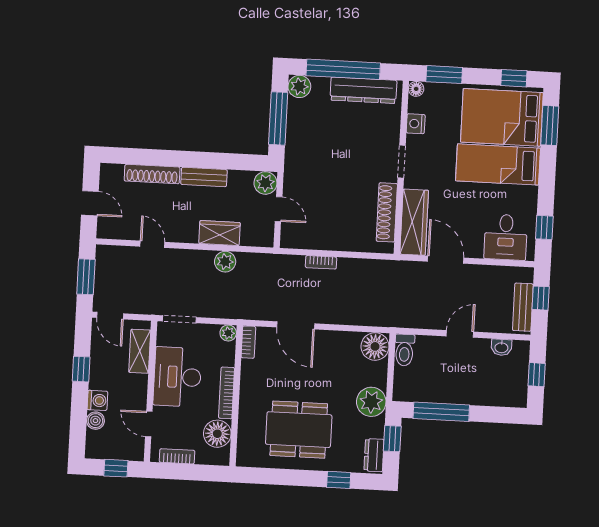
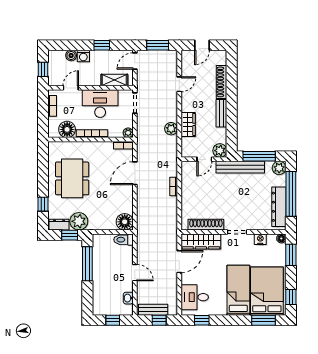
bench: (295, 151) -> (240, 167), added
plant: (371, 402) -> (79, 221), moved

